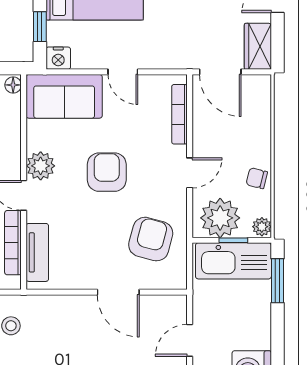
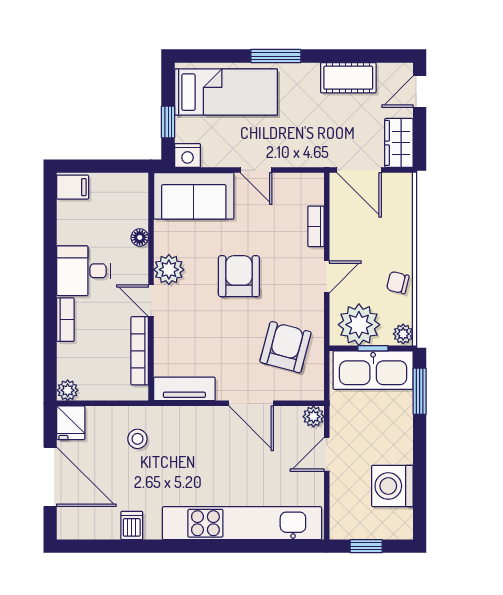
floor lamp: (13, 85) -> (140, 237), moved
bookcase: (179, 114) -> (316, 226), width x0.64
tv unit: (37, 252) -> (184, 389), moved, turned -90
plant: (177, 305) -> (313, 417), added

